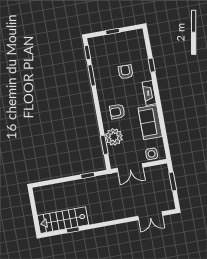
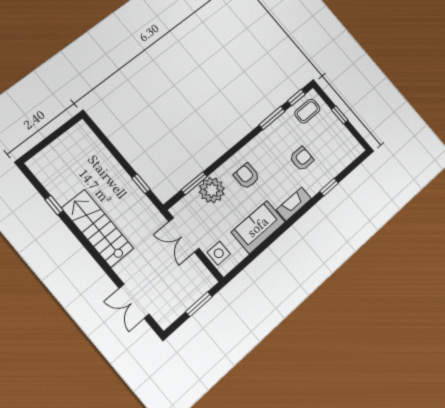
coffee table: (99, 51) -> (307, 111), added
stairs: (63, 220) -> (98, 228), moved

